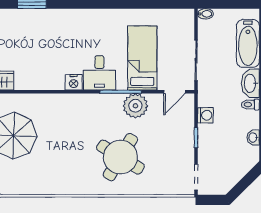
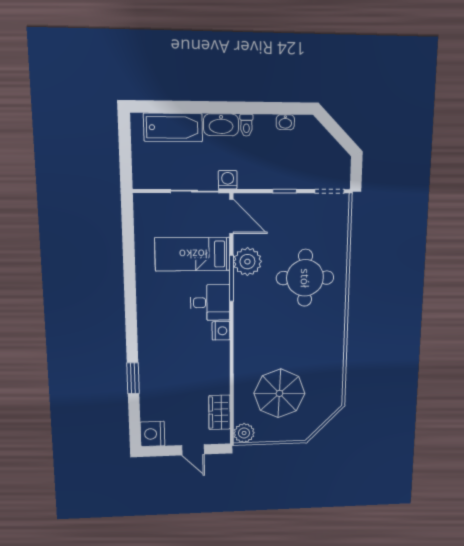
bidet: (206, 14) -> (139, 179), removed
door: (174, 92) -> (231, 217), width x1.38
washing machine: (205, 115) -> (228, 180), moved
round table: (120, 157) -> (305, 278), turned -31

